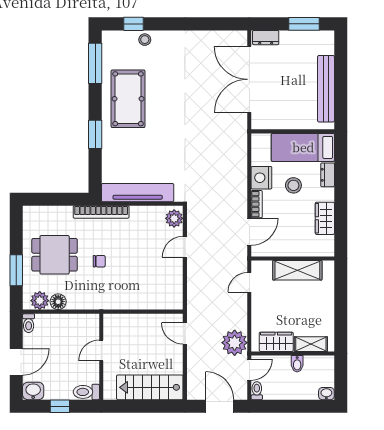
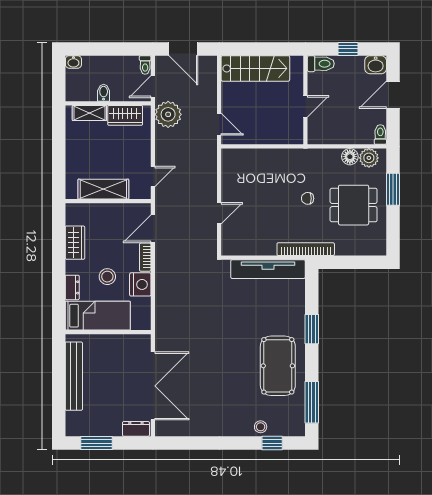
plant: (174, 218) -> (230, 242), removed

